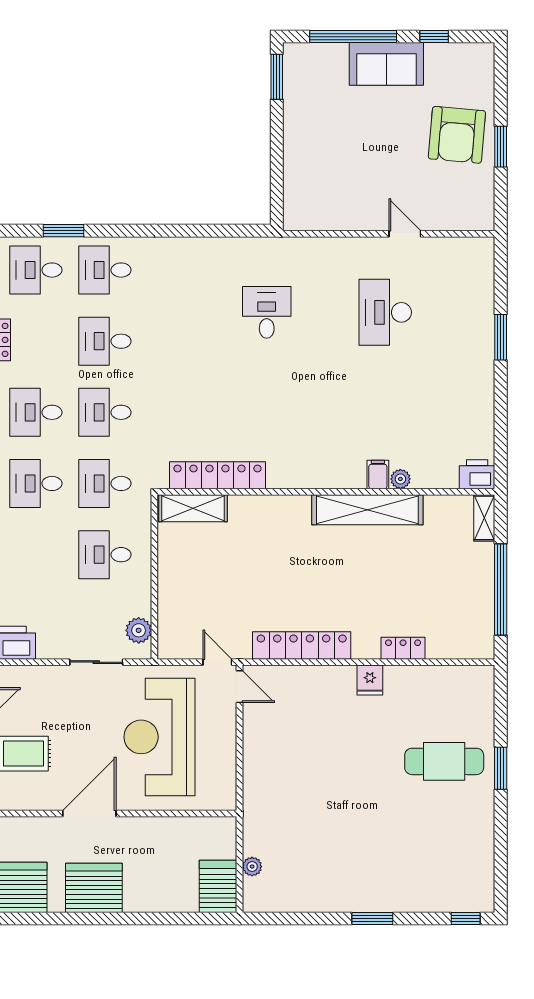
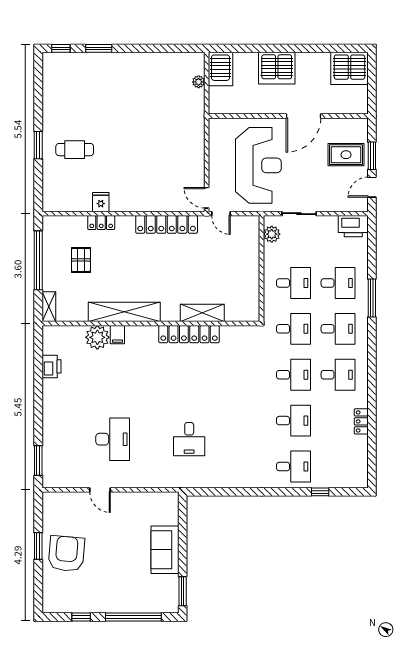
sofa: (386, 64) -> (165, 550), moved, turned -90
window: (64, 231) -> (320, 492), width x0.67
desk: (36, 270) -> (338, 283), moved
window: (501, 337) -> (38, 460), moved
printer: (477, 474) -> (51, 366), moved, turned -90
locker: (217, 475) -> (189, 334), moved
plant: (400, 479) -> (97, 337), width x1.87, depth x1.87
shelving: (193, 508) -> (202, 313), moved
pallet: (434, 590) -> (81, 260), added
fridge: (370, 680) -> (101, 202), moved
cafe table: (444, 761) -> (75, 150), width x0.73, depth x0.74
server rack: (94, 888) -> (277, 68), moved
window: (372, 918) -> (99, 48), moved

